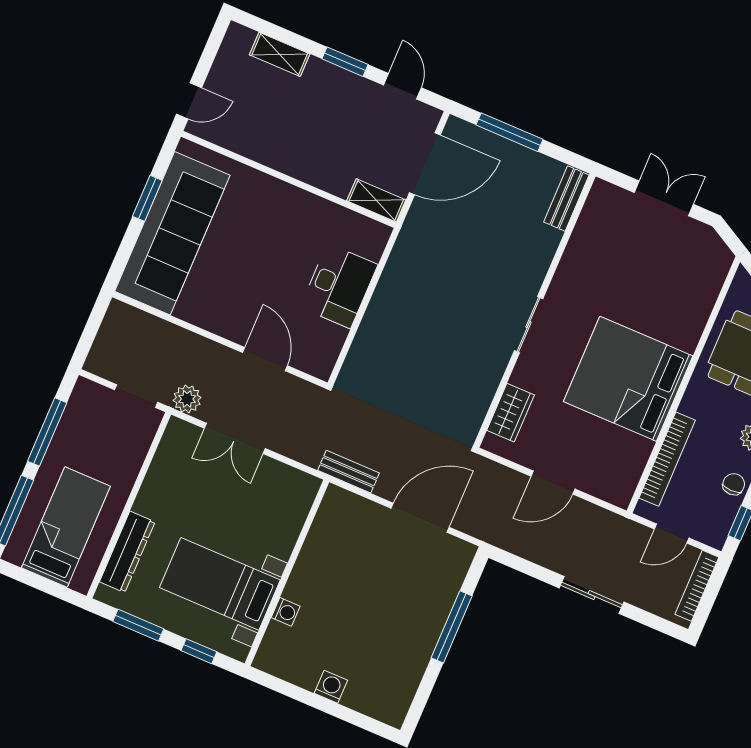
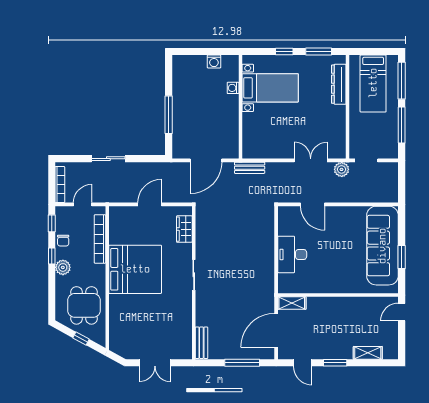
wall: (287, 573) -> (240, 107), moved
bed with nightstands: (220, 584) -> (270, 88), moved
washing machine: (286, 612) -> (233, 88), moved

